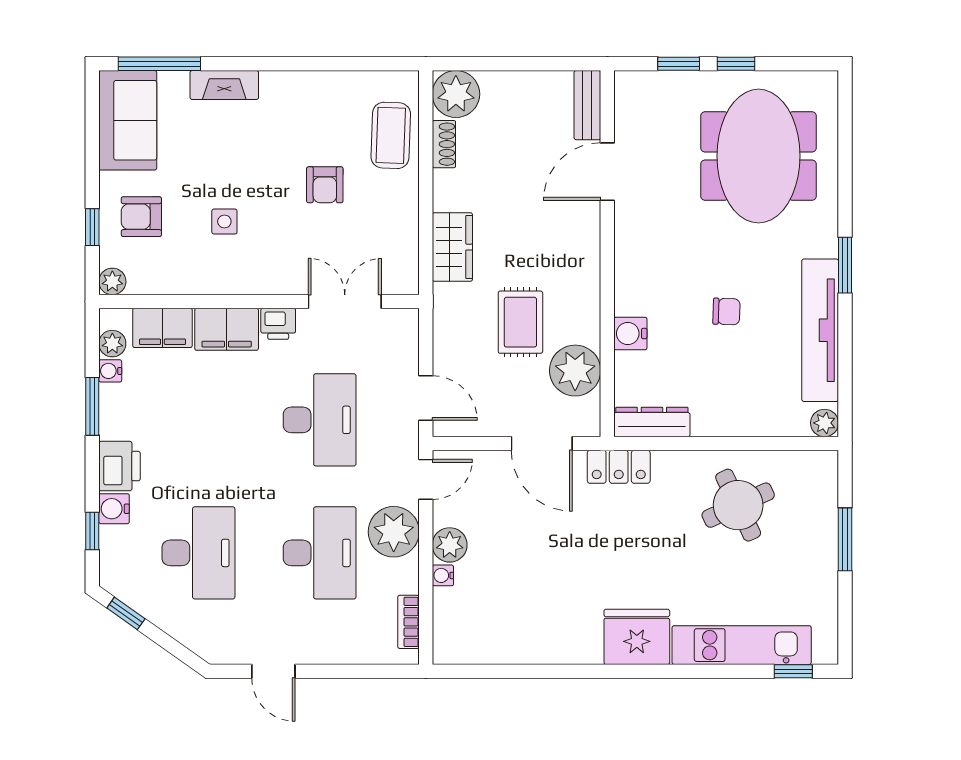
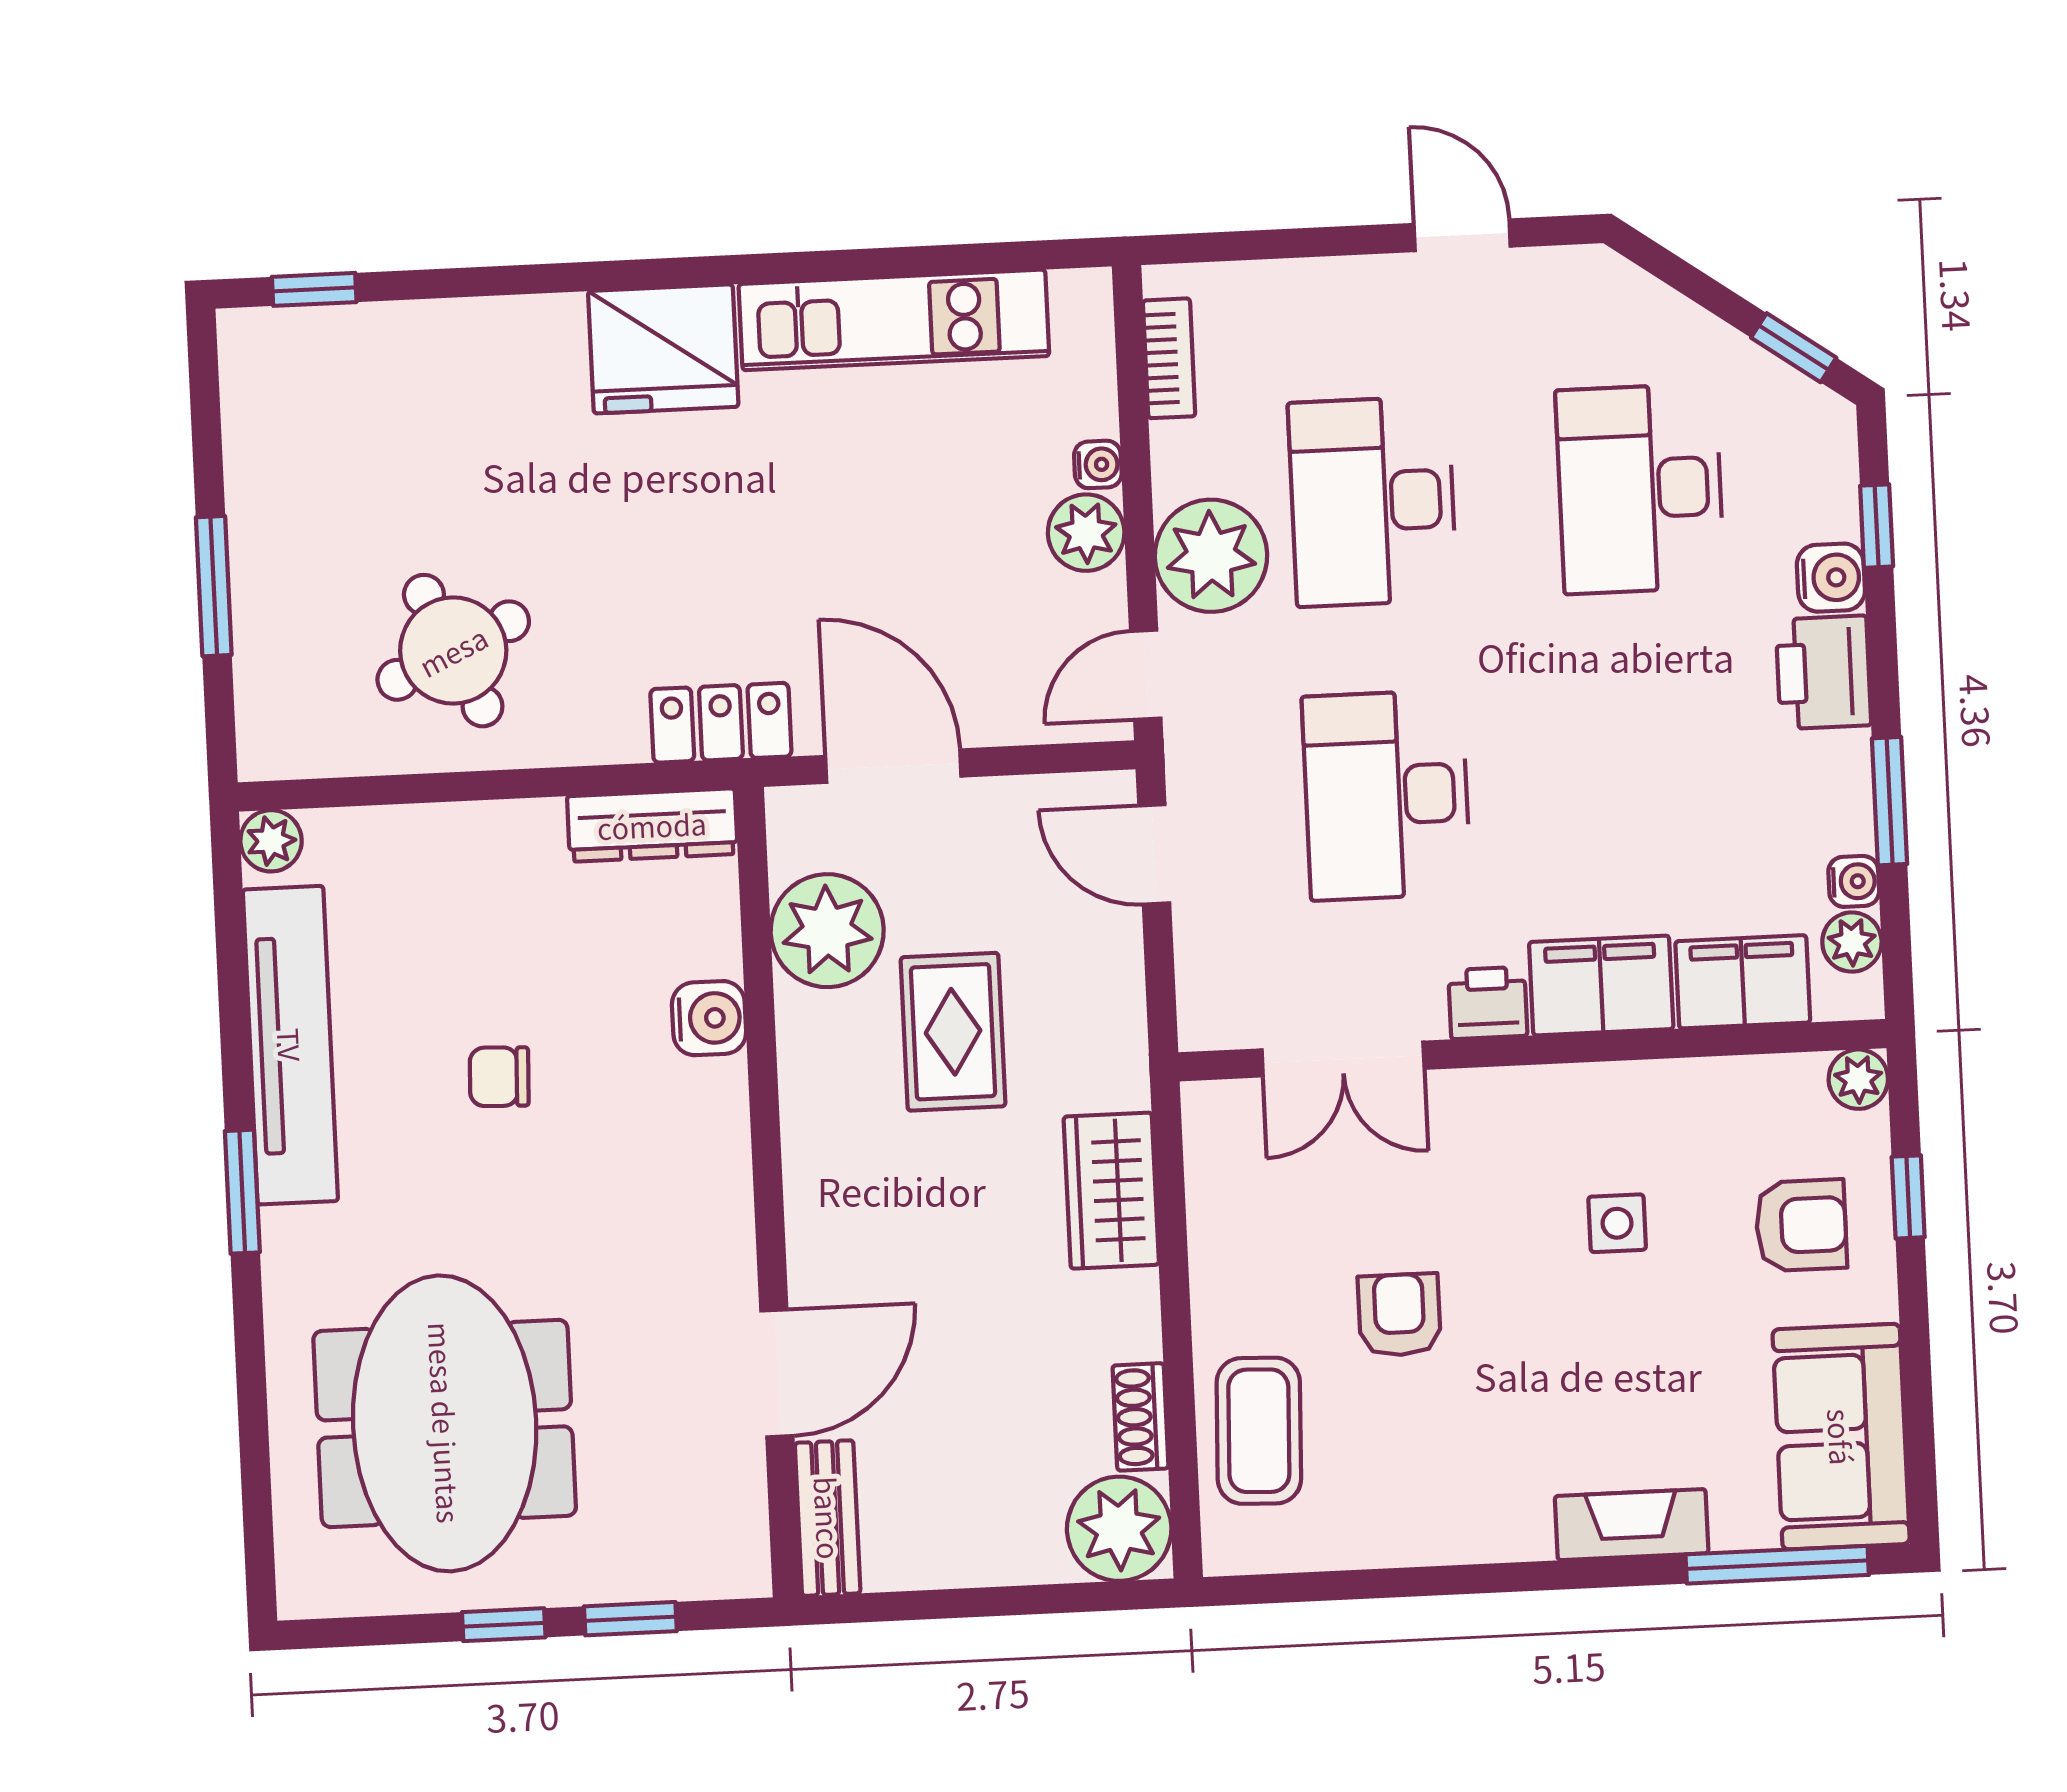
kitchen unit: (742, 645) -> (894, 320), moved

